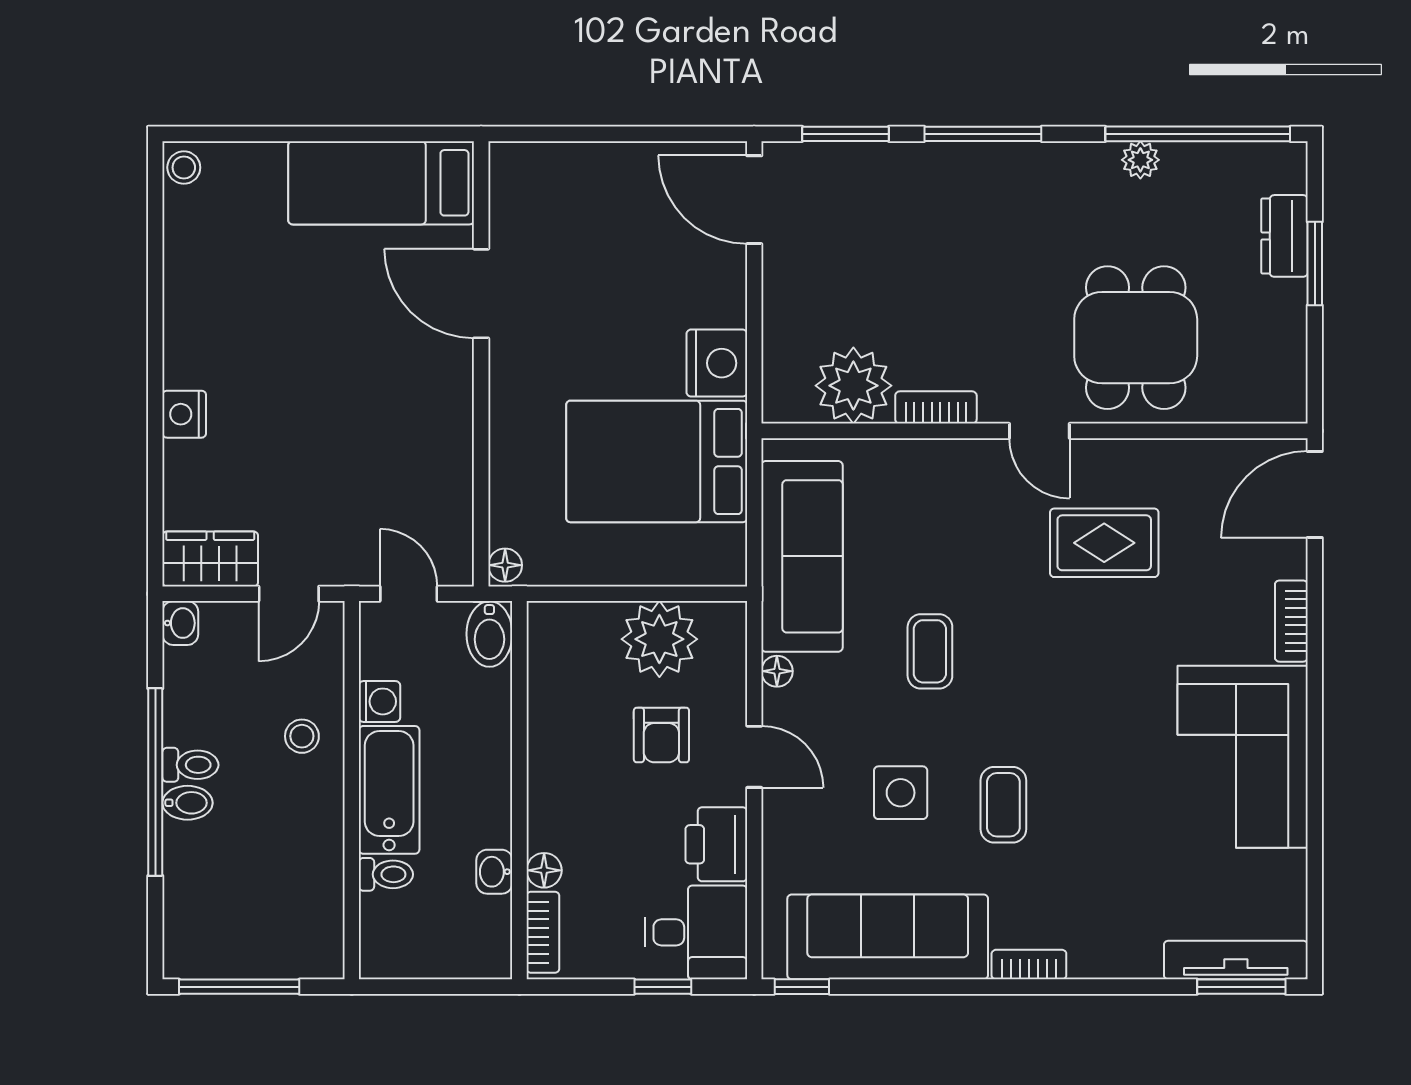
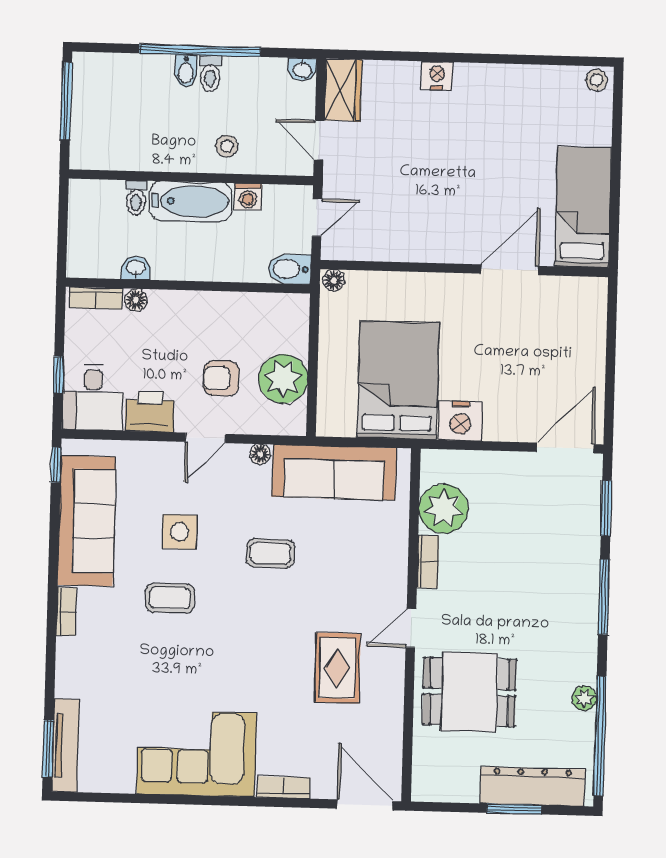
dresser: (1285, 236) -> (532, 786), width x1.96, depth x1.24

